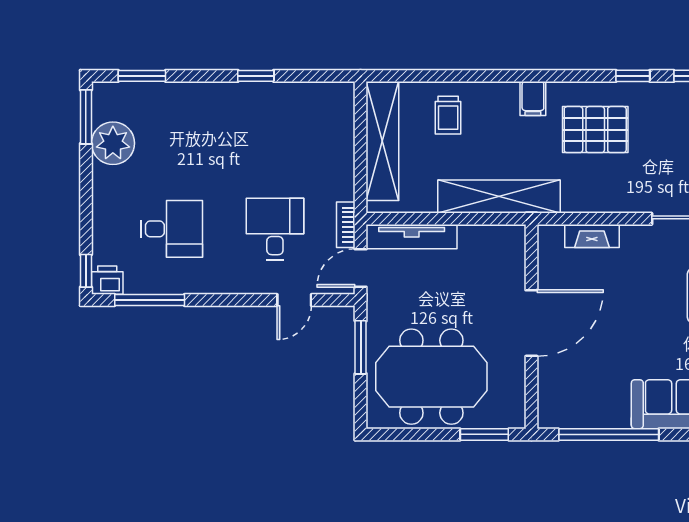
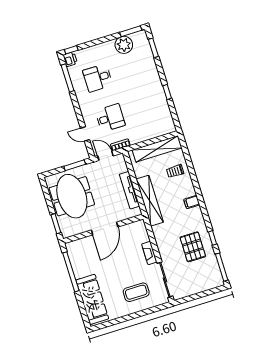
pallet: (595, 130) -> (193, 247), moved
desk: (172, 229) -> (98, 78), turned 90
fireplace: (592, 236) -> (149, 253), moved
tv unit: (412, 237) -> (129, 190), moved
door: (531, 323) -> (105, 228), hinge flipped

